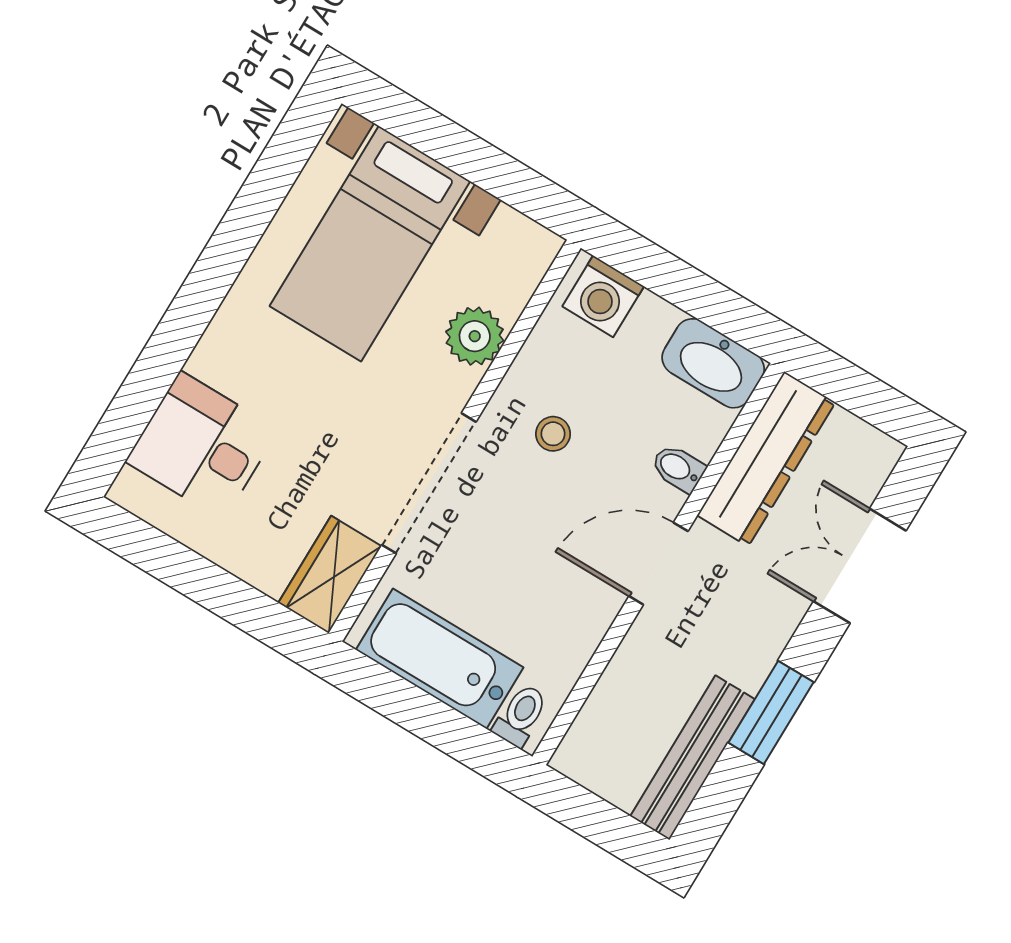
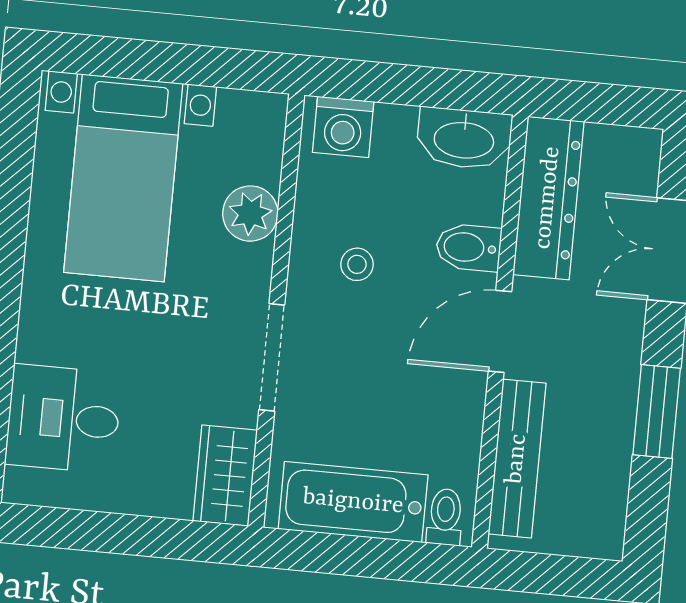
bidet: (678, 468) -> (468, 247), width x1.38, depth x1.36
doorway: (429, 483) -> (272, 357), width x0.73
bench: (692, 758) -> (517, 459), moved

